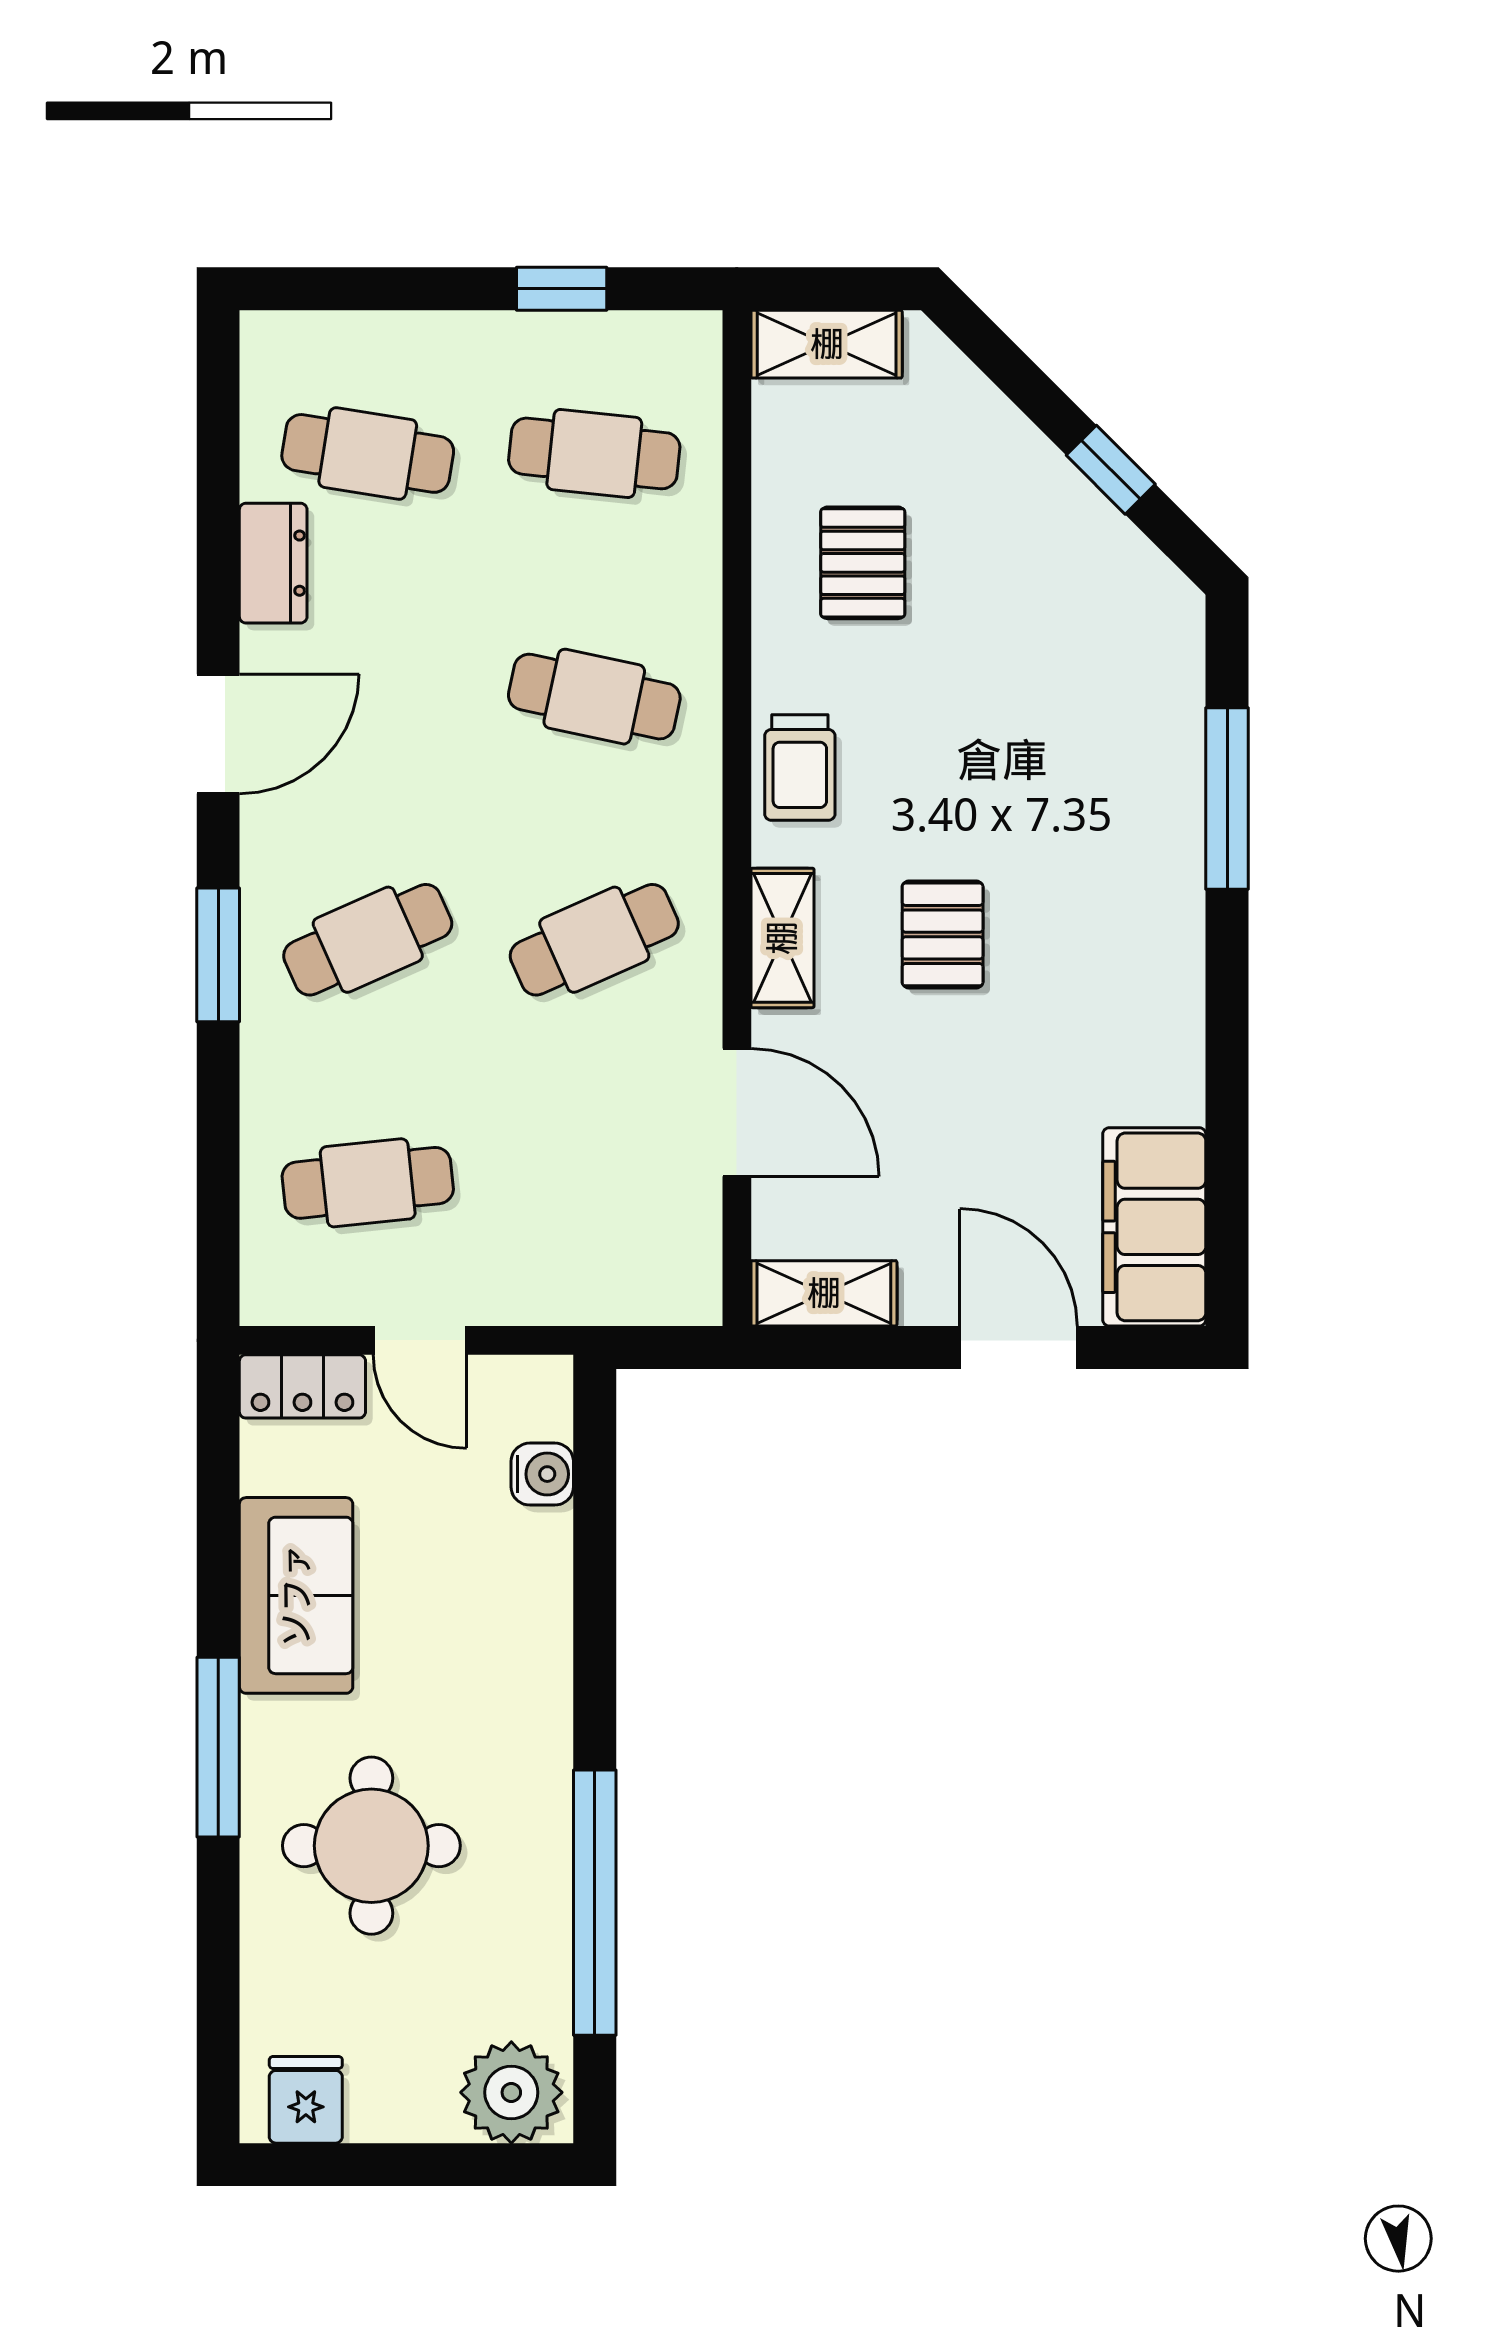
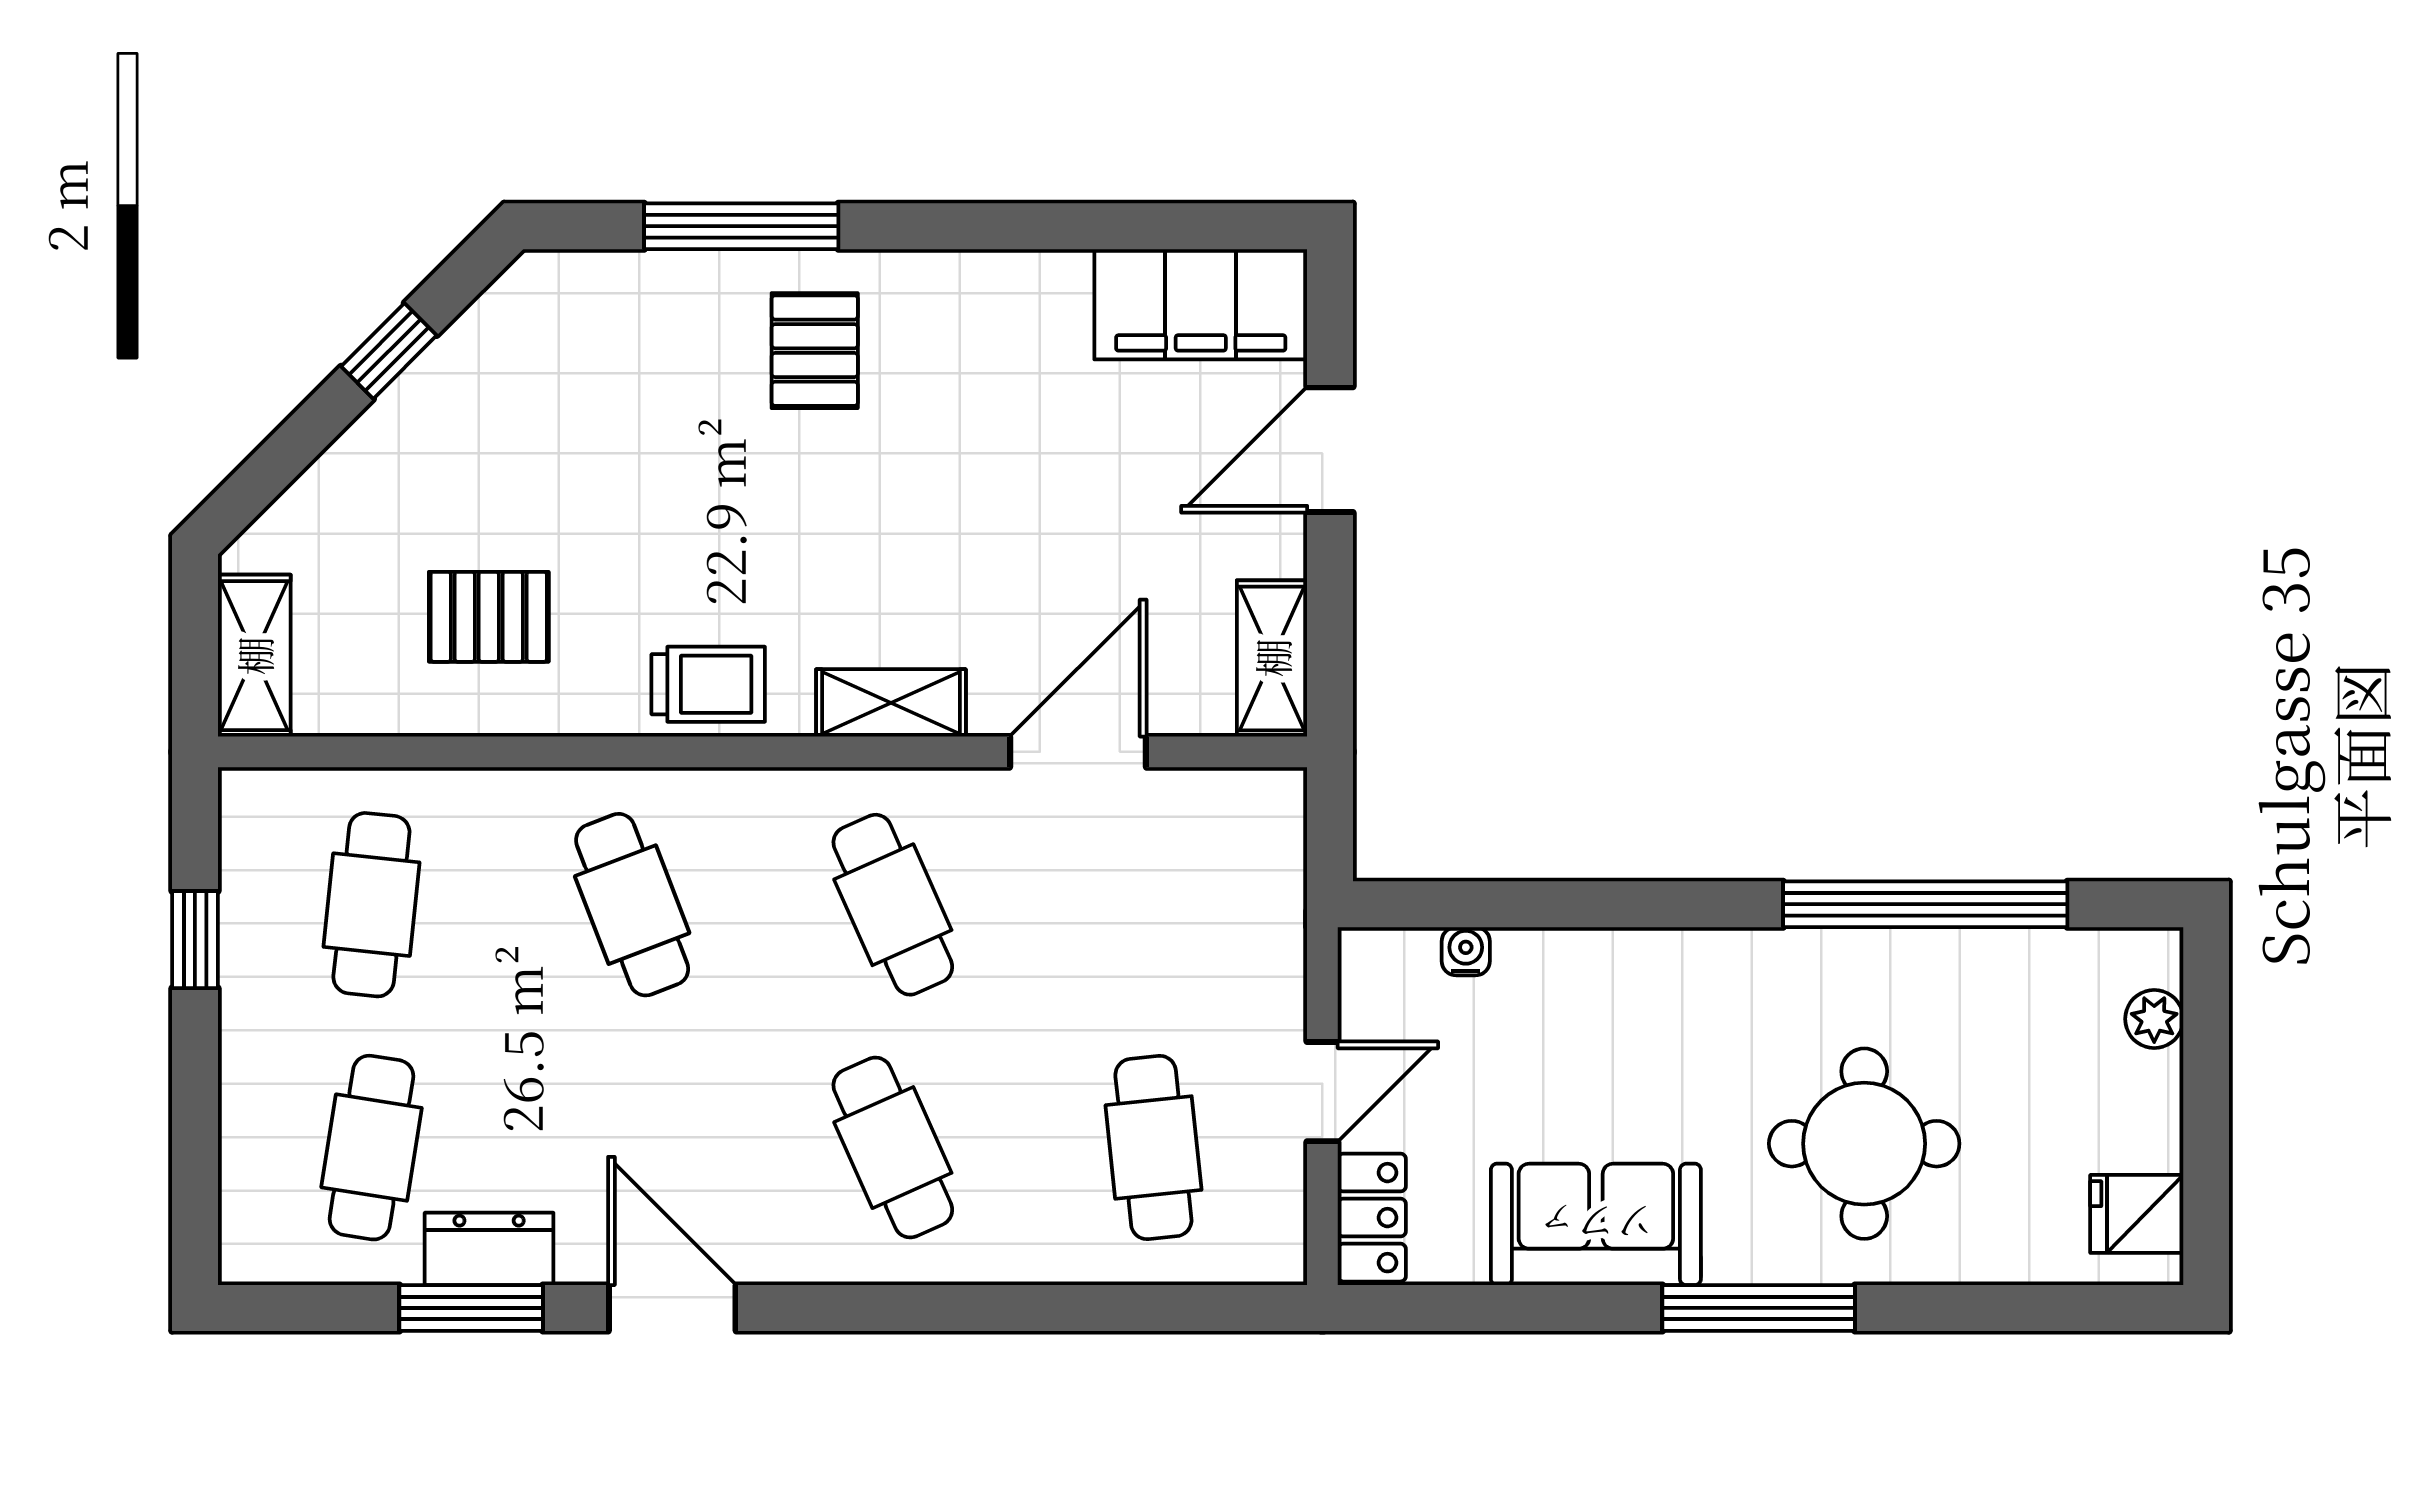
cafe table: (594, 697) -> (632, 905), turned -33
pallet: (943, 934) -> (815, 351), moved, turned 90
window: (218, 955) -> (471, 1308), moved
water cooler: (542, 1474) -> (1466, 951), width x0.72, depth x0.72
plant: (511, 2092) -> (2154, 1019), width x0.53, depth x0.53

